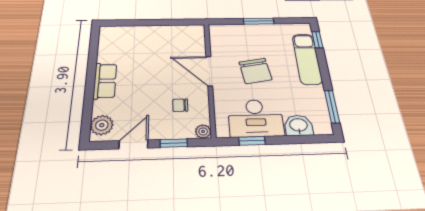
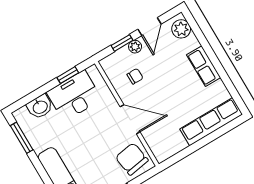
row of seats: (133, 34) -> (211, 122), added
chair: (255, 71) -> (132, 159), moved
plant: (203, 131) -> (135, 47), moved

